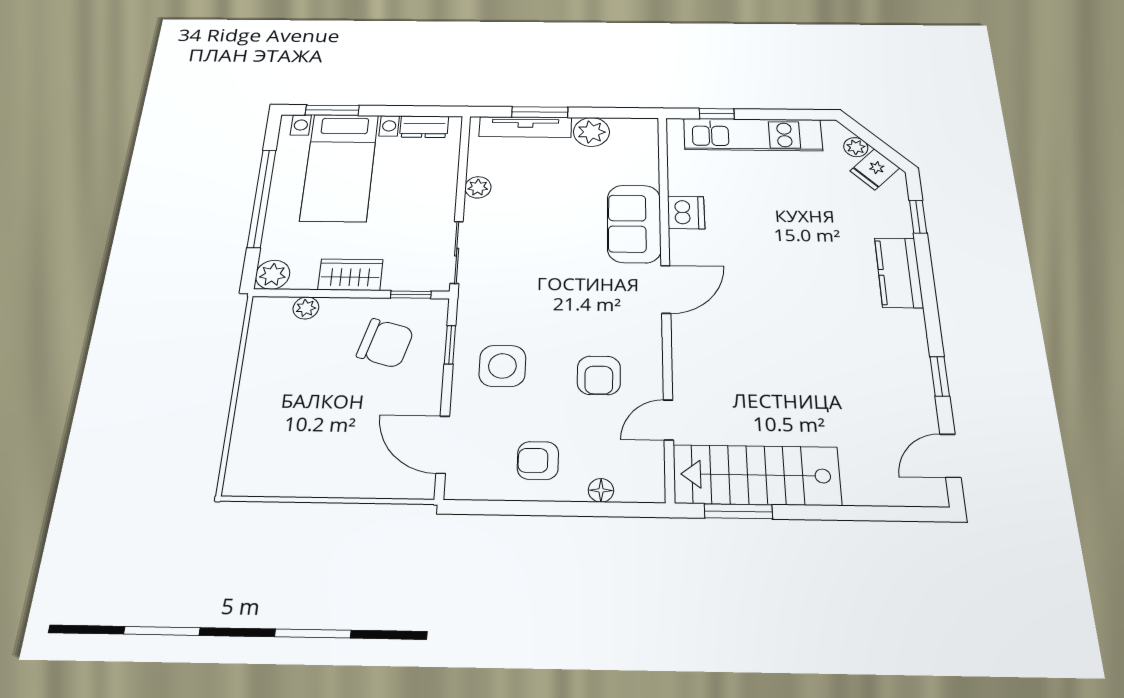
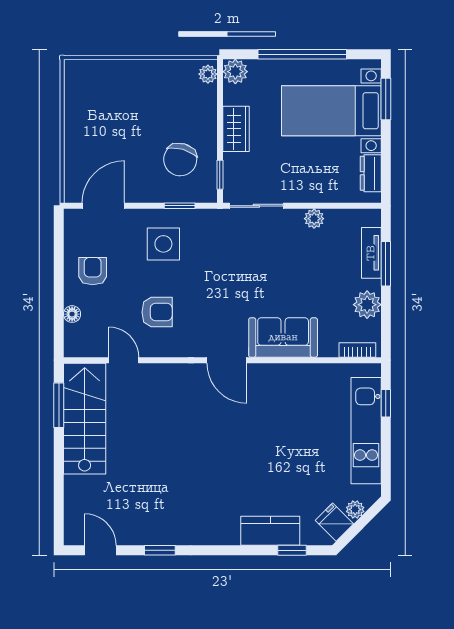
tv unit: (525, 127) -> (371, 253), width x0.71
bookcase: (650, 143) -> (357, 350), added
dishwasher: (686, 213) -> (293, 377), removed
kitchen counter: (899, 273) -> (270, 531), moved
plant: (306, 308) -> (208, 74), moved
armchair: (599, 375) -> (157, 312), turned 180

